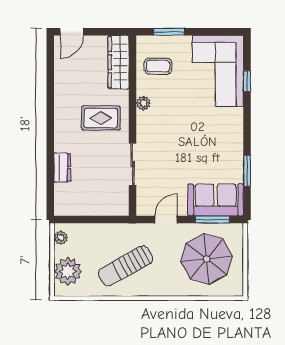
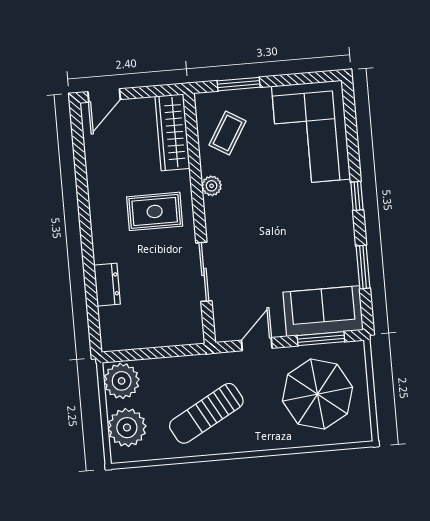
coffee table: (158, 66) -> (227, 133), turned -59
window: (247, 81) -> (357, 196), moved
plant: (61, 238) -> (122, 381), width x1.87, depth x1.87

